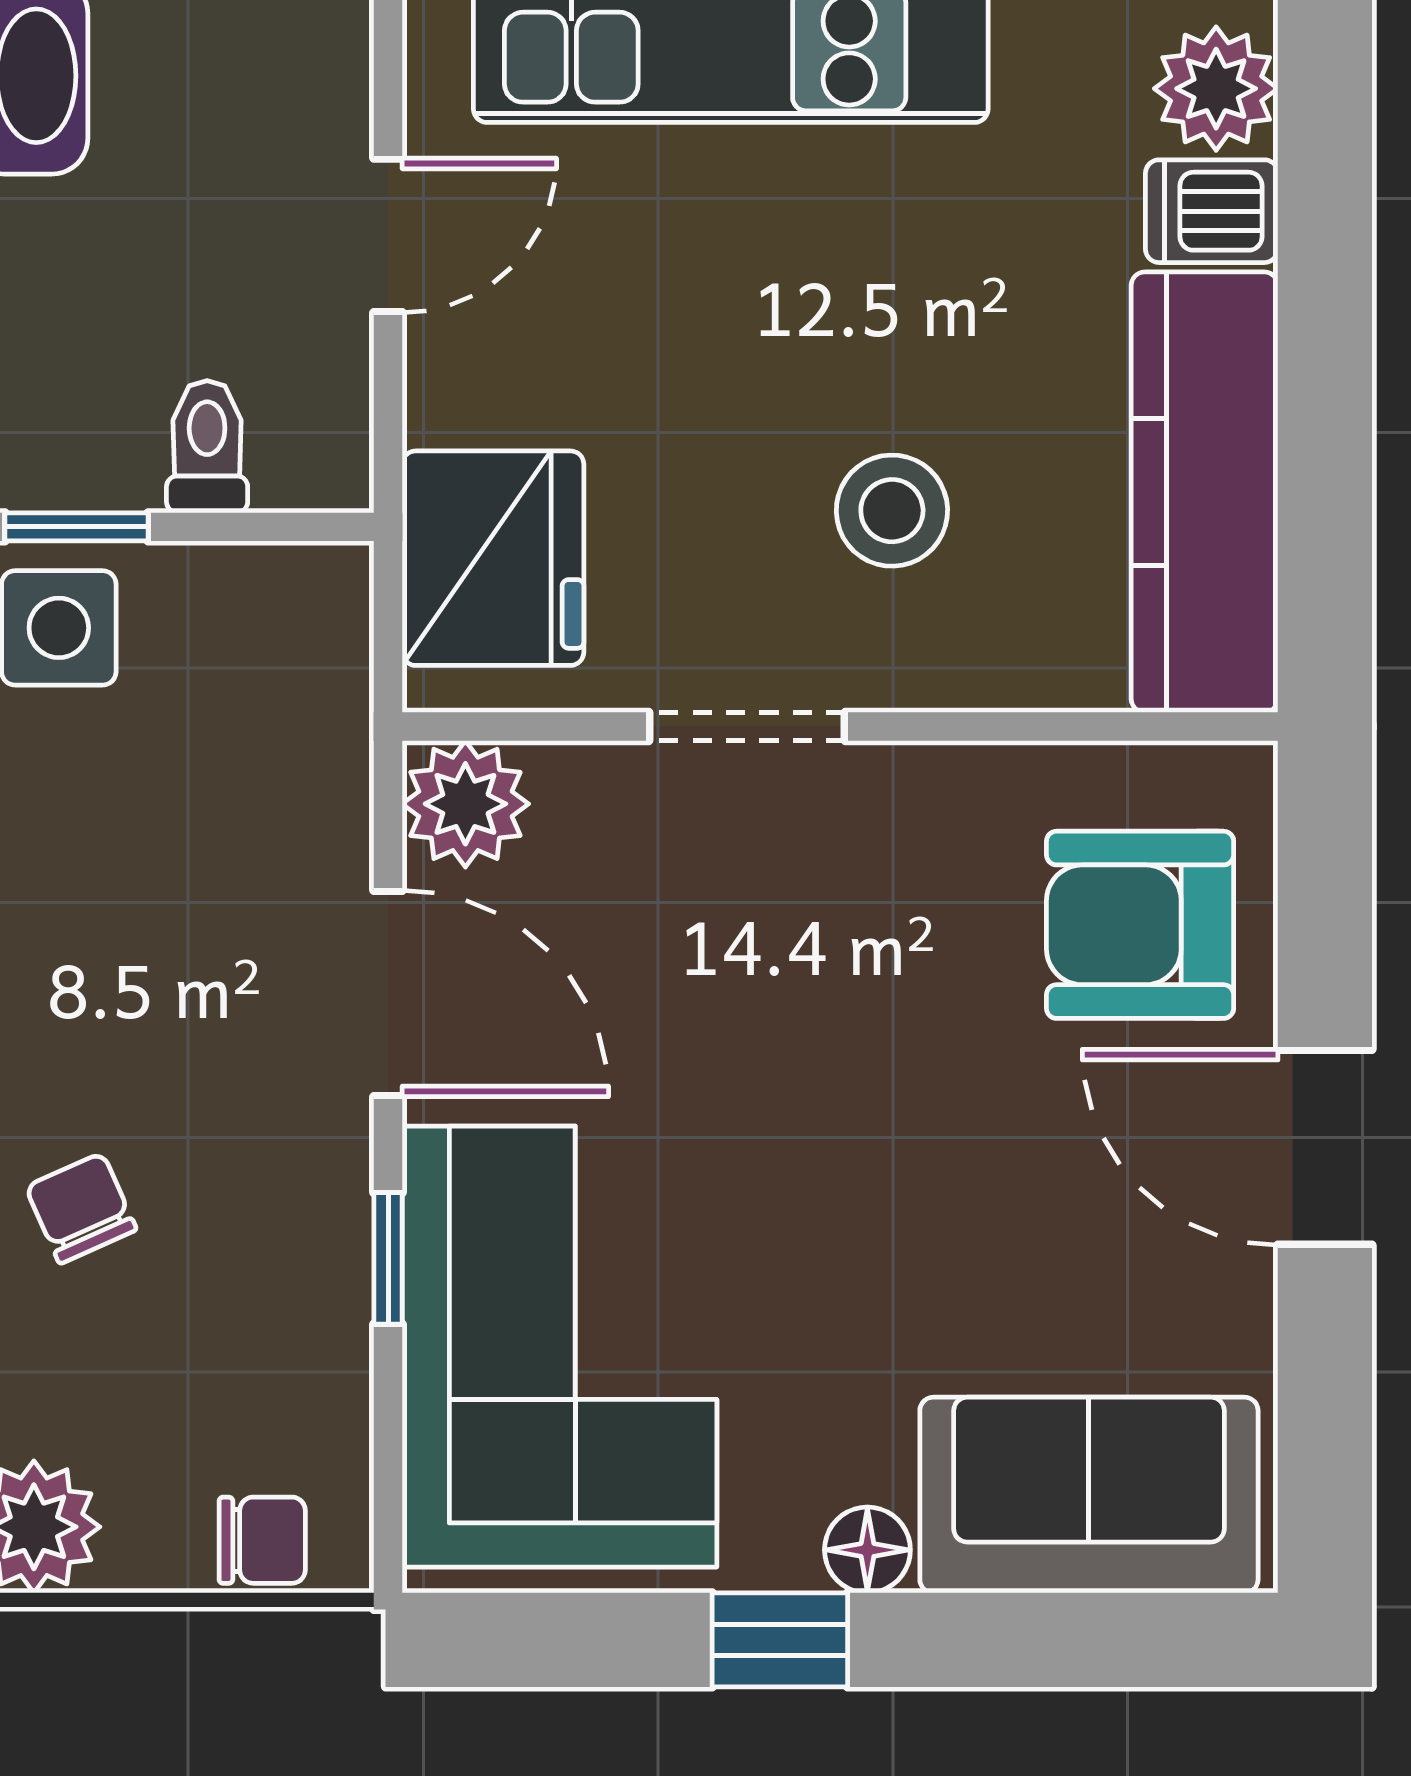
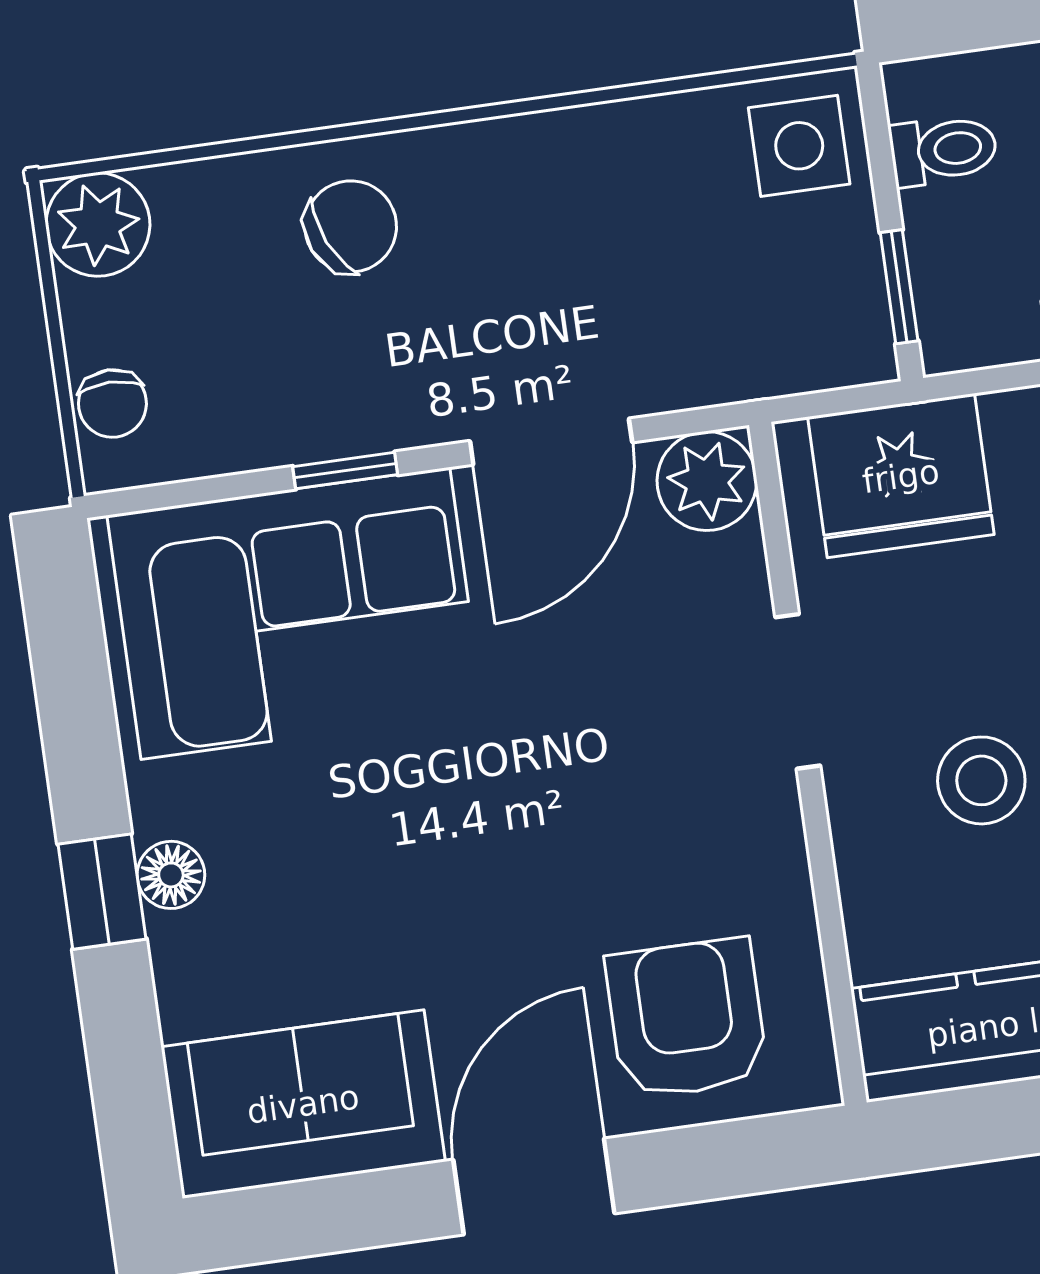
toilet: (207, 447) -> (943, 150), moved
window: (77, 527) -> (899, 287), moved
chair: (81, 1208) -> (351, 226), width x1.37, depth x1.37
sofa: (1089, 1495) -> (303, 1104), moved, turned -90
window: (780, 1640) -> (102, 892), moved

